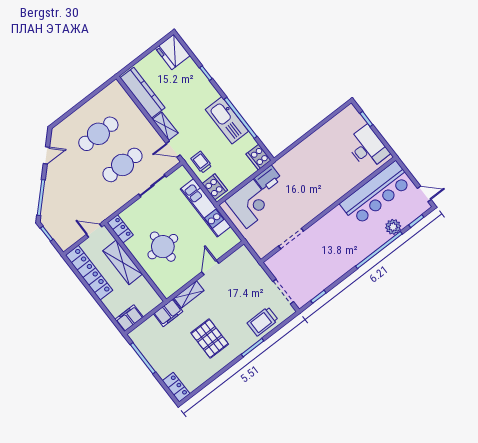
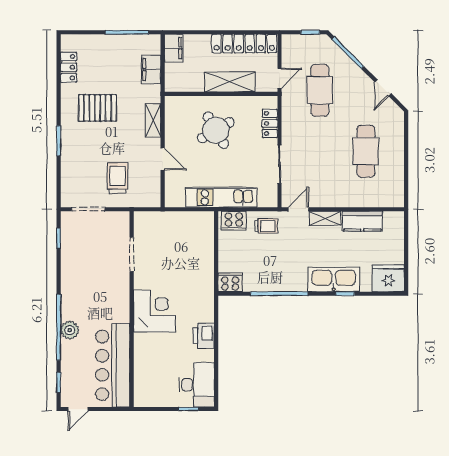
kitchen counter: (142, 93) -> (362, 221), width x0.67
kitchen sink: (227, 120) -> (334, 279), moved
desk: (367, 148) -> (197, 385), moved, turned -90
cafe table: (122, 165) -> (320, 90), moved
printer: (268, 178) -> (204, 336), moved
corner desk: (250, 204) -> (155, 311), moved, turned 180
plant: (393, 227) -> (70, 330), moved
locker: (120, 229) -> (270, 123), moved, turned 90
round table: (163, 247) -> (216, 130), turned -30
filing cabinet: (168, 313) -> (151, 70), moved
trolley: (263, 321) -> (118, 178), moved
locker: (176, 387) -> (69, 67), moved, turned -90

